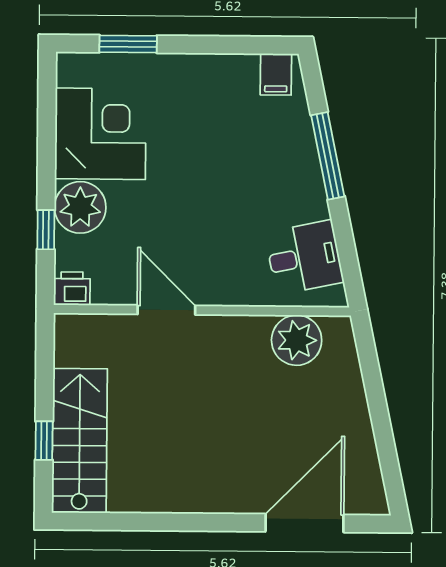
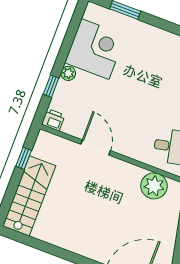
plant: (80, 207) -> (68, 73), width x0.53, depth x0.53
window: (44, 441) -> (24, 158), moved

